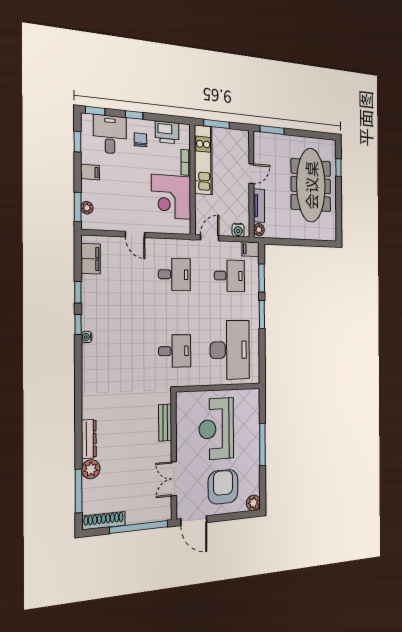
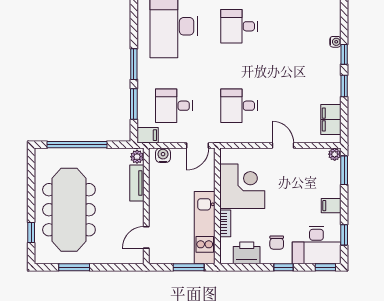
window: (272, 130) -> (74, 267), moved
desk: (110, 134) -> (316, 245), width x1.37
door: (251, 174) -> (146, 237), moved
plant: (87, 208) -> (335, 154), moved
window: (305, 243) -> (77, 145), added

